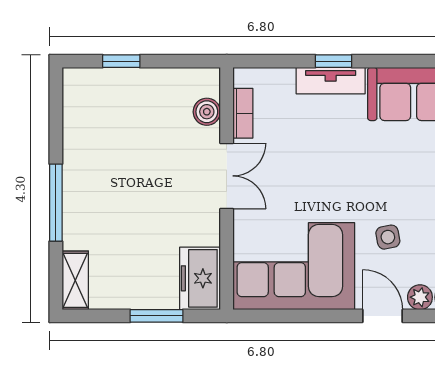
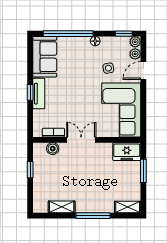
window: (121, 61) -> (30, 170), moved
shelving: (75, 132) -> (62, 207), added

